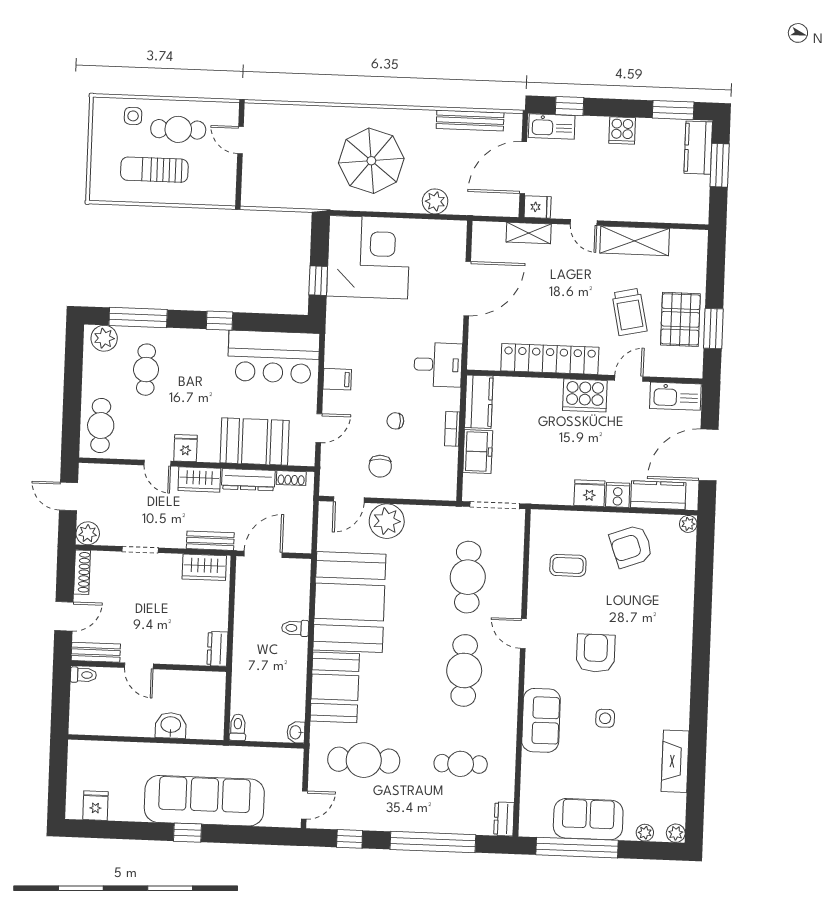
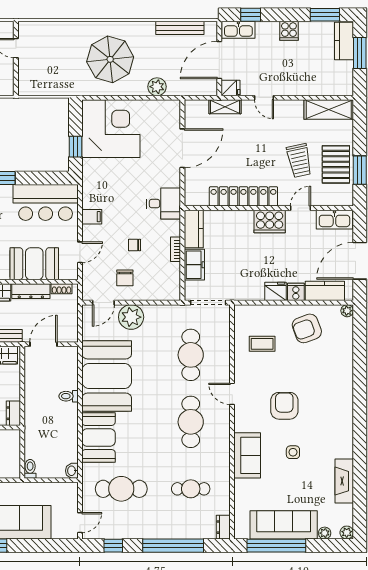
shelving: (635, 241) -> (329, 109), moved
sofa: (588, 819) -> (284, 525), width x1.36

